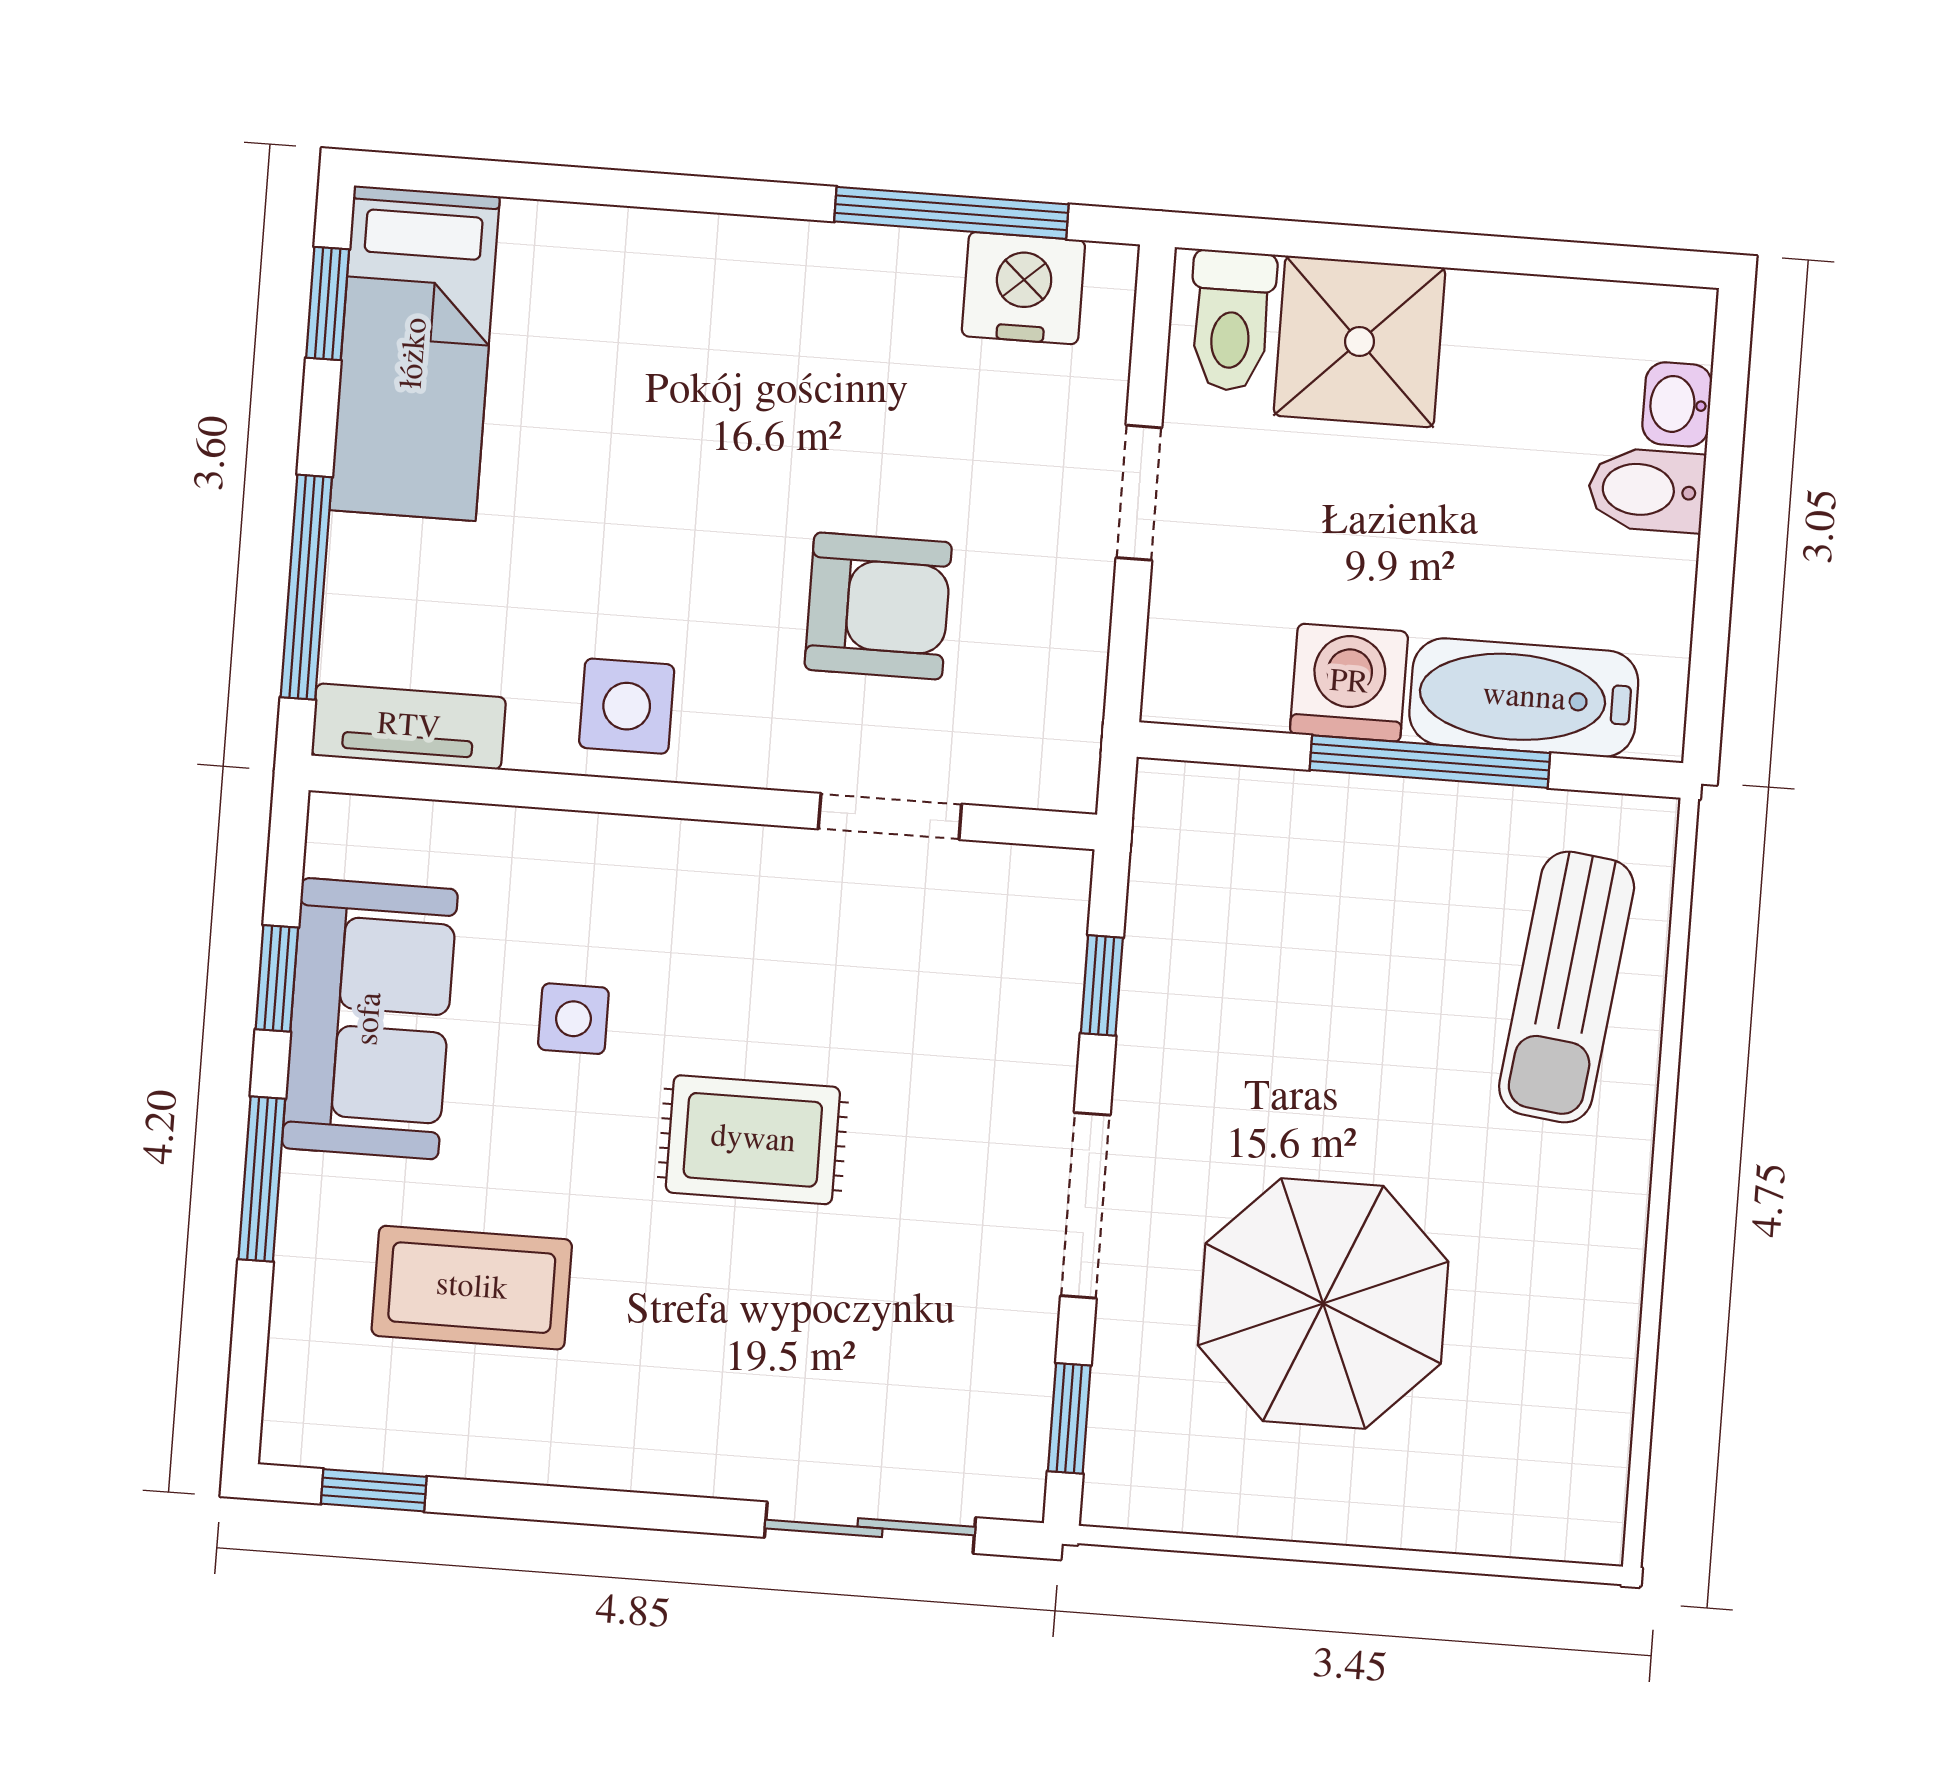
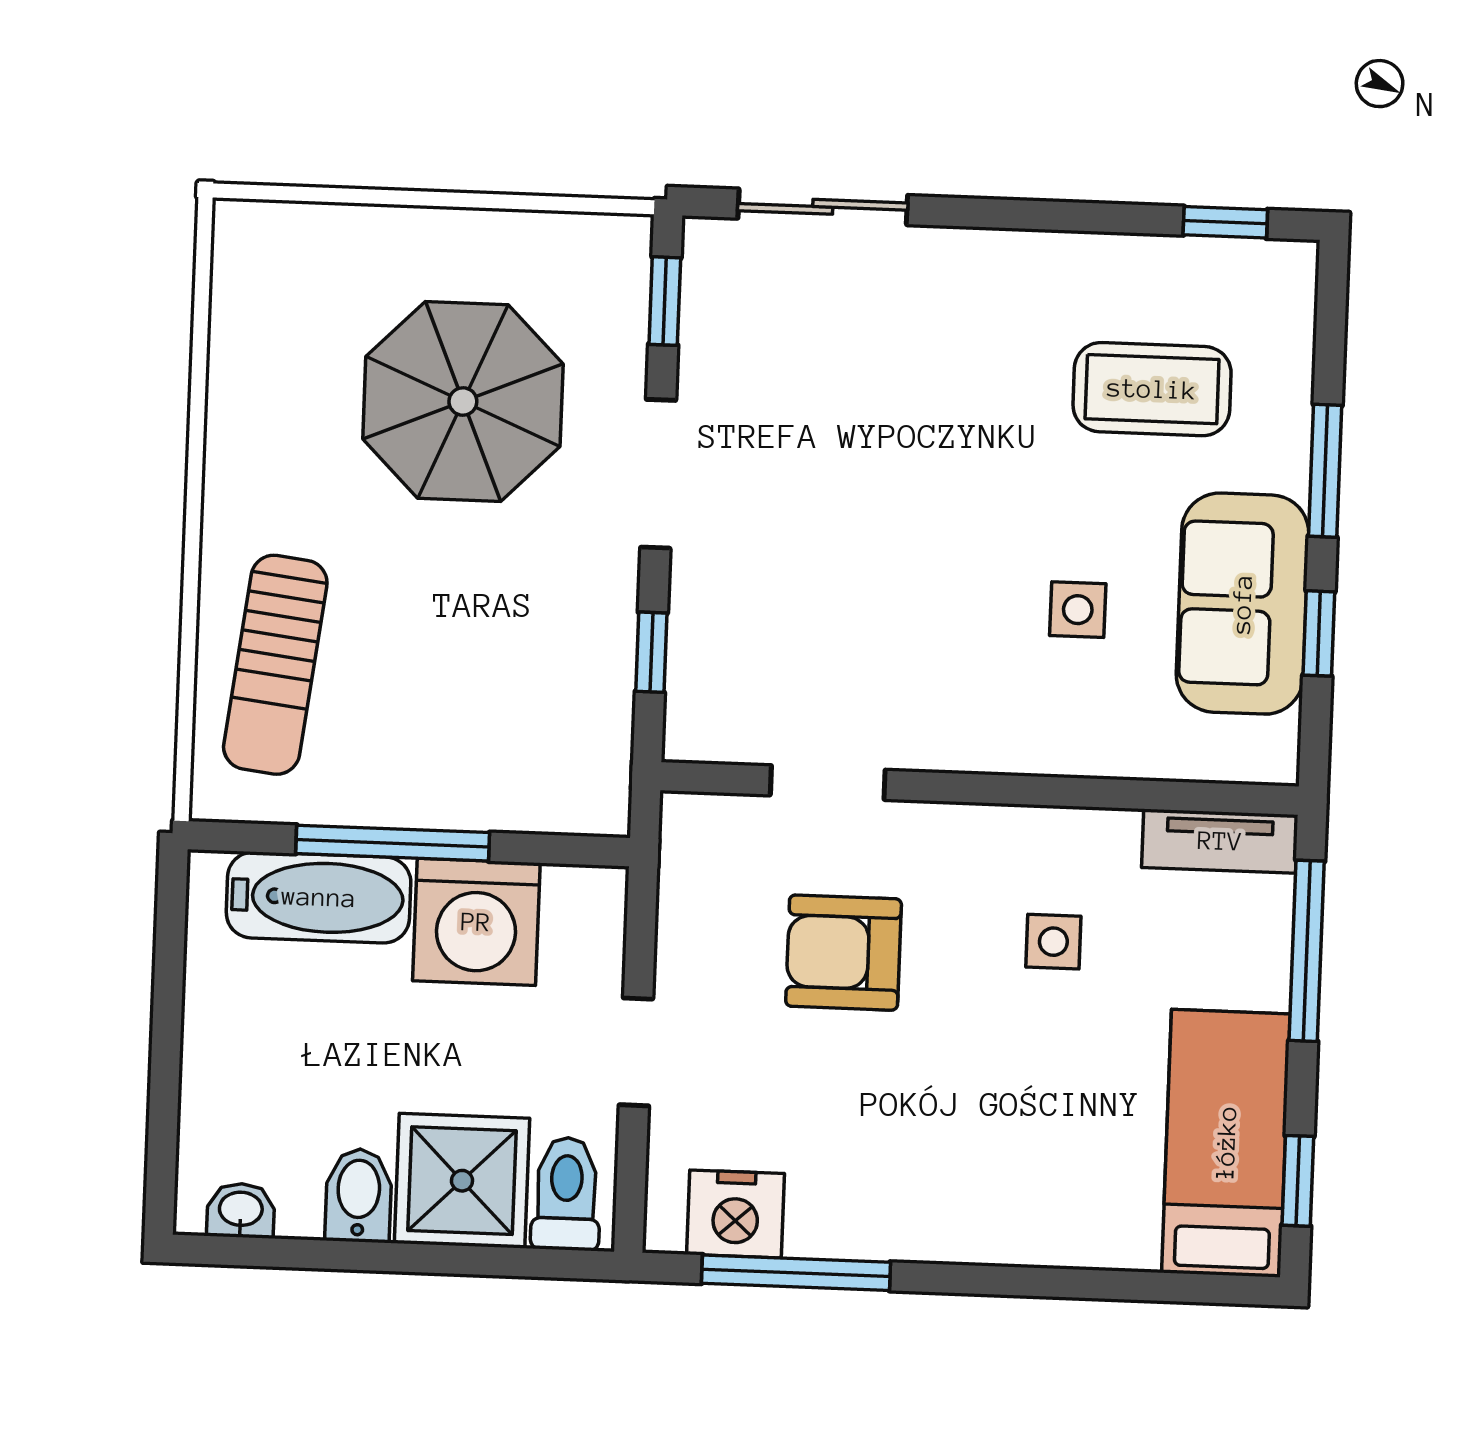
washbasin: (1677, 404) -> (241, 1210), moved, turned -90
bidet: (1646, 490) -> (359, 1195), moved, turned -90
washing machine: (1349, 683) -> (476, 922), width x1.37, depth x1.37
side table: (627, 706) -> (1053, 942), moved, width x0.73, depth x0.73
sun lounger: (1567, 987) -> (275, 665), turned 180
rug: (753, 1140) -> (929, 517), removed

